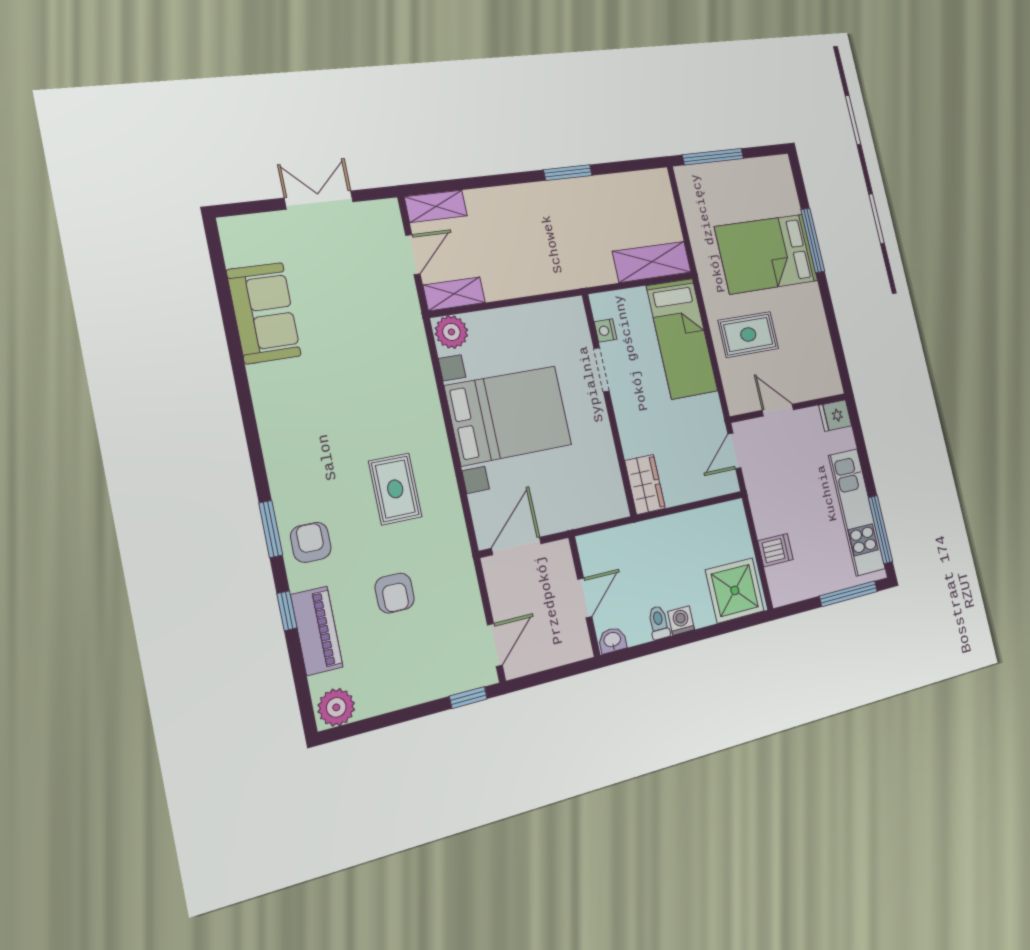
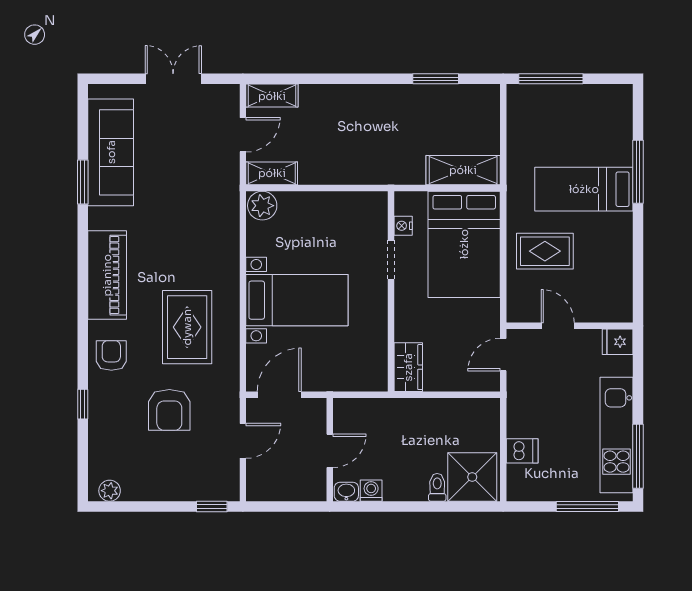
window: (568, 173) -> (436, 79), moved
bed: (766, 254) -> (584, 189), width x0.67
sofa: (264, 313) -> (111, 152), width x1.36
bed: (682, 338) -> (464, 244), width x1.50
bed with nightstands: (509, 415) -> (297, 300), width x0.73
rug: (395, 489) -> (187, 327), width x1.36, depth x1.43
window: (271, 529) -> (83, 182), moved
armchair: (395, 593) -> (169, 410), width x1.38, depth x1.38
washing machine: (681, 621) -> (371, 491), moved
toilet: (659, 623) -> (437, 487), moved
piano: (317, 631) -> (107, 275), moved, width x1.37, depth x1.33
door: (495, 645) -> (243, 441), moved
plant: (336, 707) -> (110, 491), width x0.73, depth x0.73

